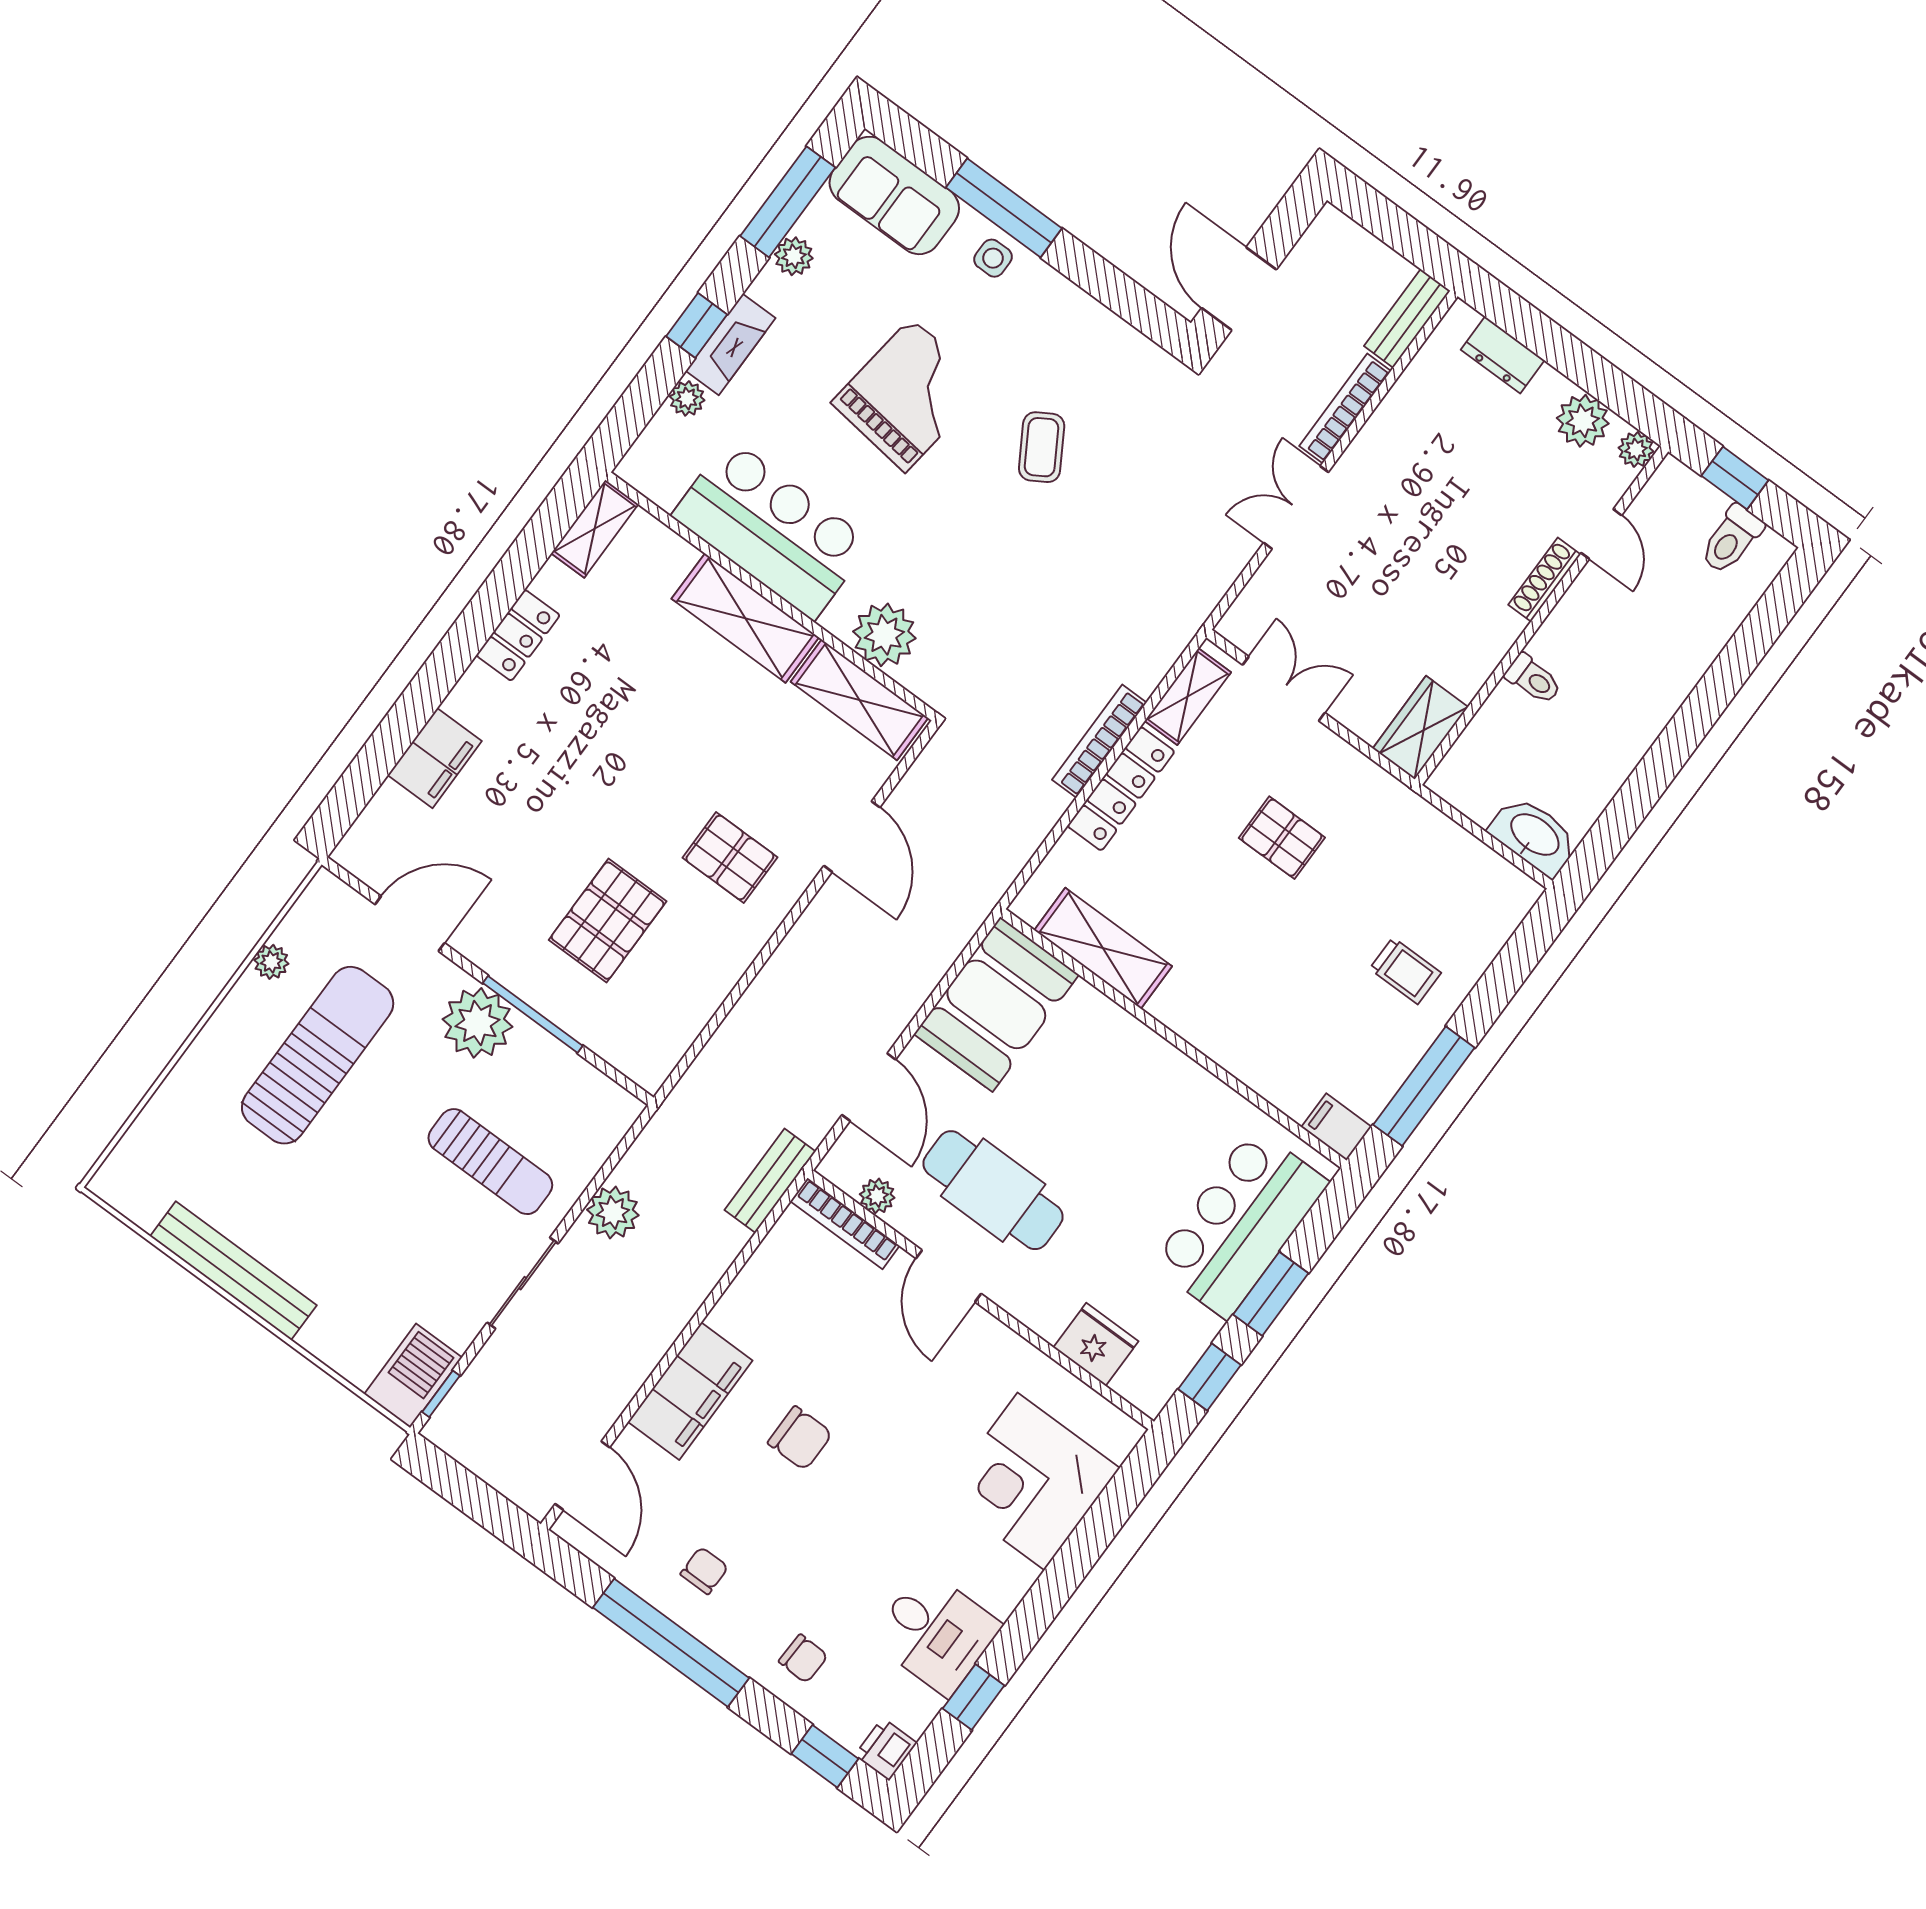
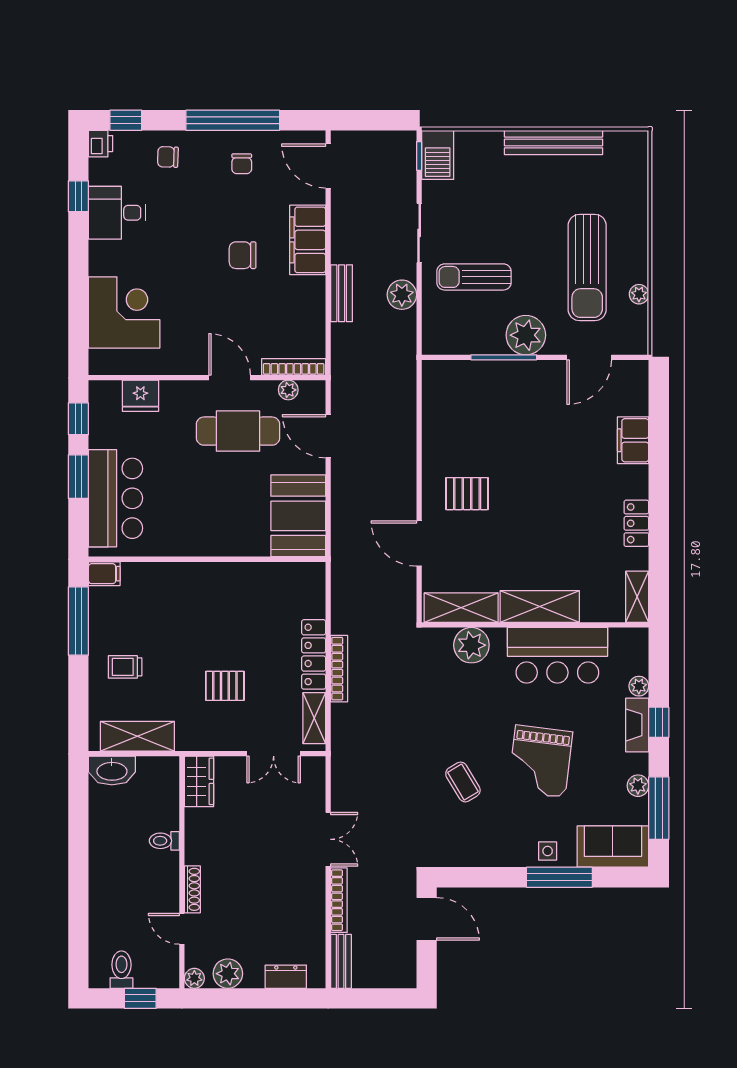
pallet: (608, 921) -> (501, 424), removed
shelving: (1103, 948) -> (137, 736), moved
bench: (770, 1181) -> (342, 293), moved

